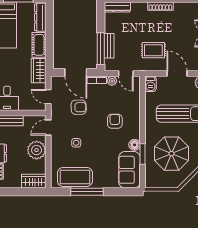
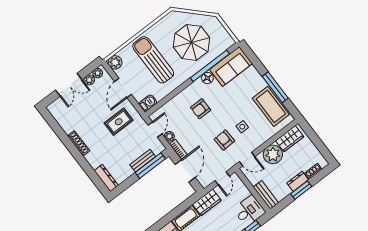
rug: (153, 50) -> (119, 122), turned 90
armchair: (79, 107) -> (224, 140), moved
window: (143, 154) -> (210, 66), width x2.11
wardrobe: (34, 181) -> (290, 139), moved, turned -90

